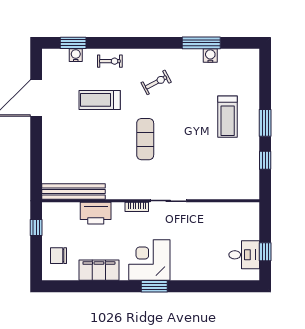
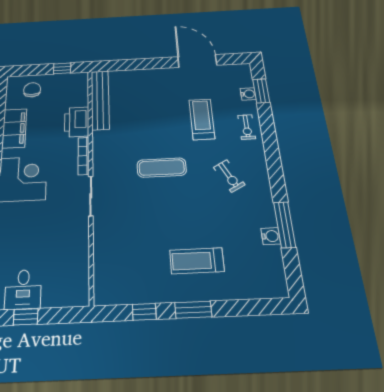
bookcase: (137, 207) -> (84, 156), width x1.56

